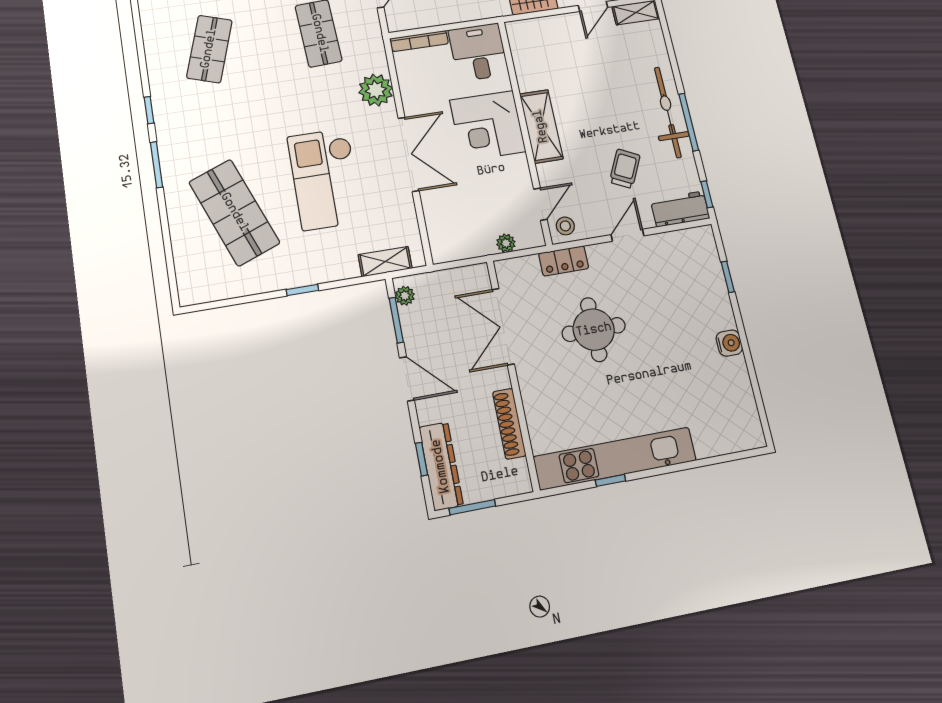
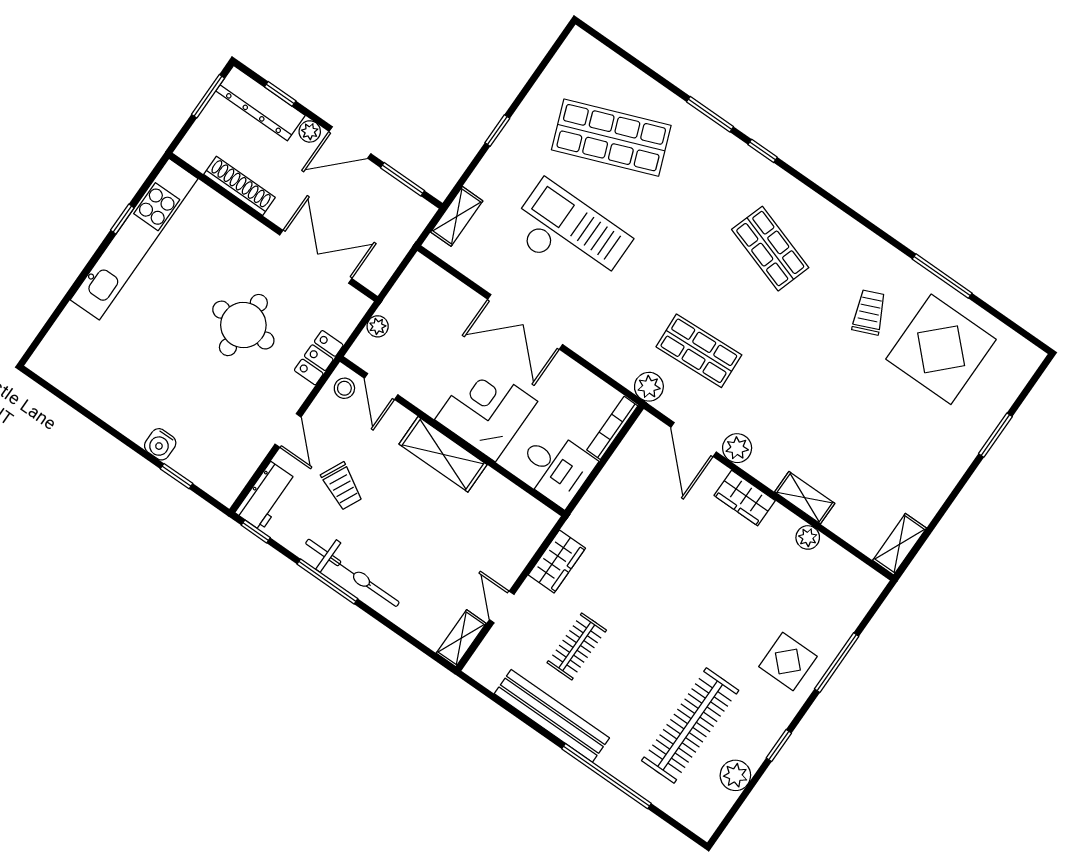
plant: (376, 90) -> (649, 387), moved, width x0.73, depth x0.73
plant: (405, 296) -> (310, 131), moved
water cooler: (729, 343) -> (160, 444), moved

